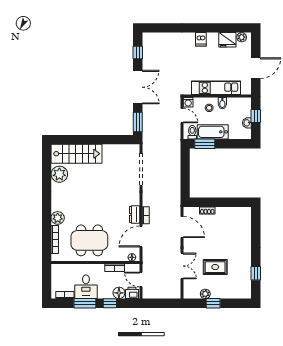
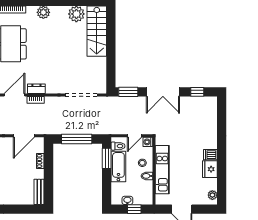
fridge: (227, 40) -> (210, 169), moved
window: (185, 174) -> (77, 139), added
bench: (238, 212) -> (39, 192), added
plant: (58, 218) -> (43, 12), moved
door: (141, 236) -> (15, 95), hinge flipped

